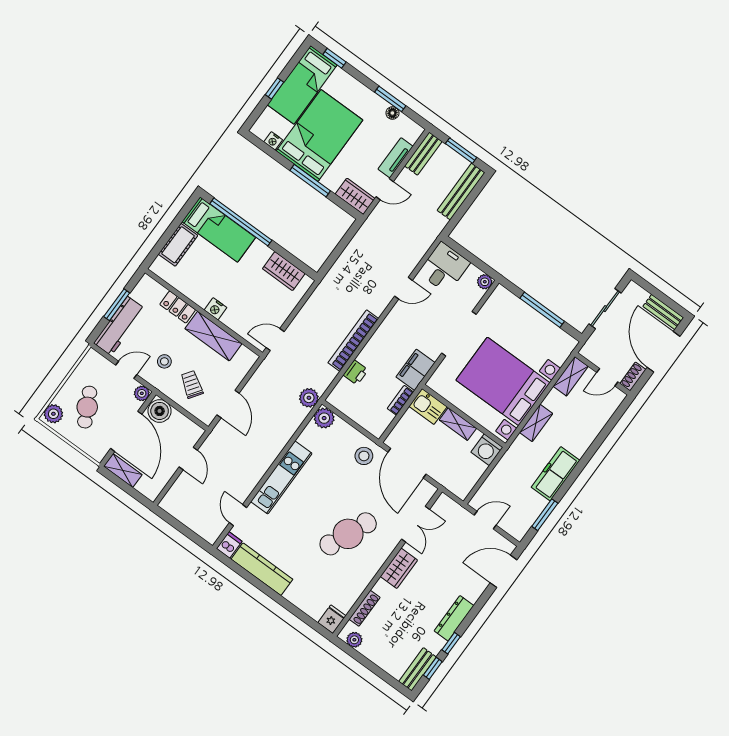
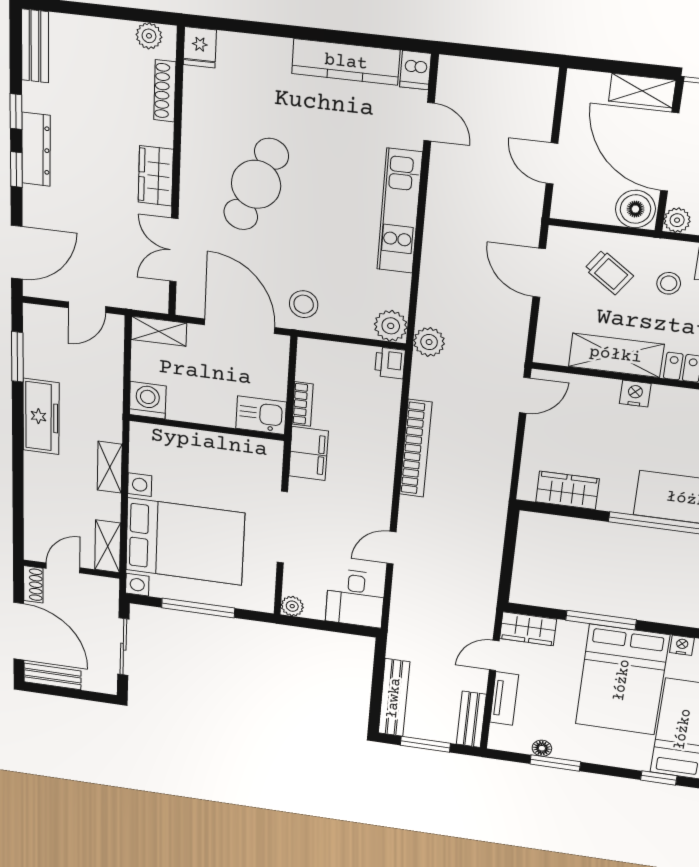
printer: (356, 372) -> (390, 363), moved
bed with nightstands: (503, 381) -> (185, 542), moved
shelving: (458, 424) -> (159, 331), moved
window: (433, 668) -> (16, 169), moved

